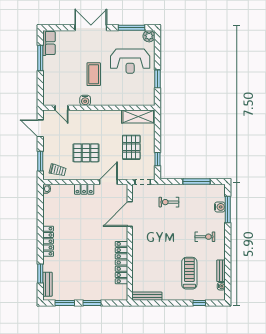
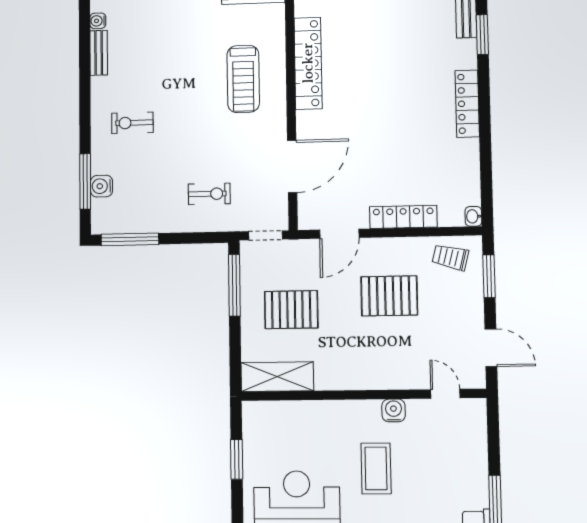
pallet: (131, 147) -> (291, 310), turned 90
window: (158, 159) -> (234, 285), width x2.17
window: (196, 182) -> (130, 239), moved
locker: (84, 189) -> (403, 217), width x1.53
treadmill: (189, 273) -> (243, 79), moved

